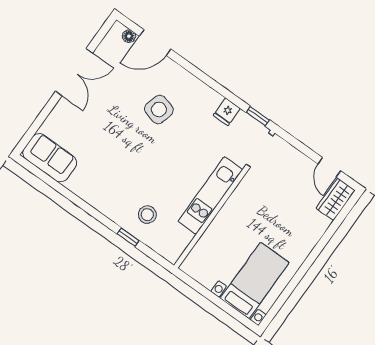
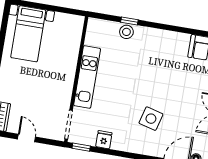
door: (329, 167) -> (27, 138), moved
stool: (147, 215) -> (126, 32), moved

